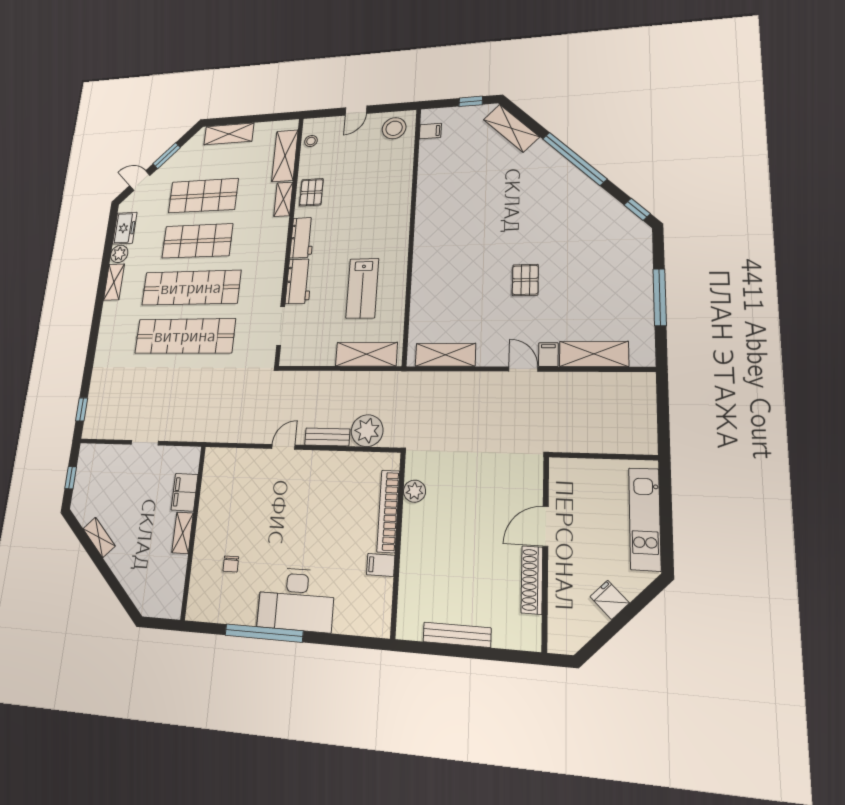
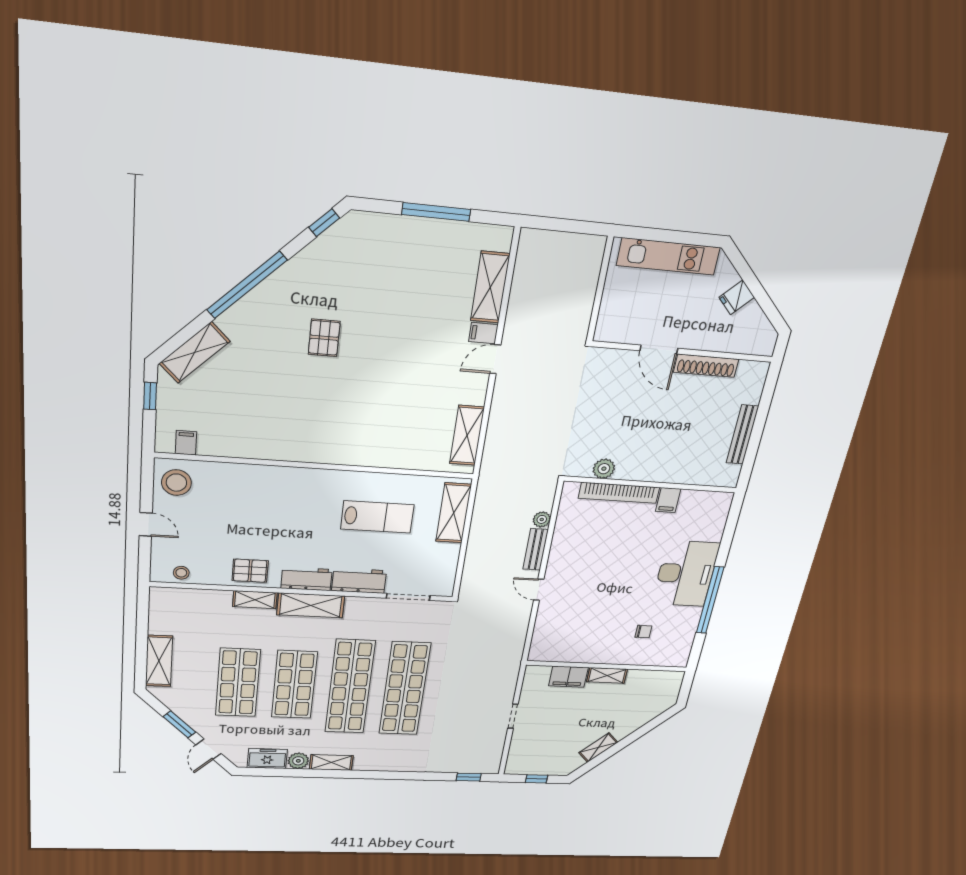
shelving: (285, 156) -> (311, 605), moved
pallet: (525, 280) -> (324, 338), moved, turned 90
plant: (367, 431) -> (542, 519), width x0.53, depth x0.53

